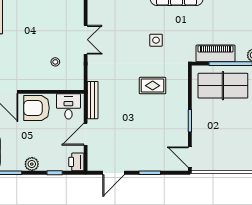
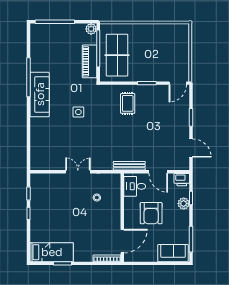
rug: (153, 86) -> (128, 103), moved
armchair: (36, 108) -> (151, 213), moved
plant: (32, 164) -> (184, 204), moved

